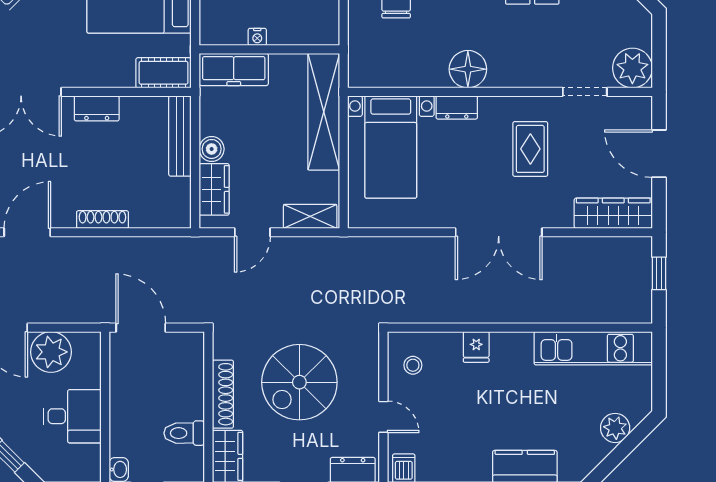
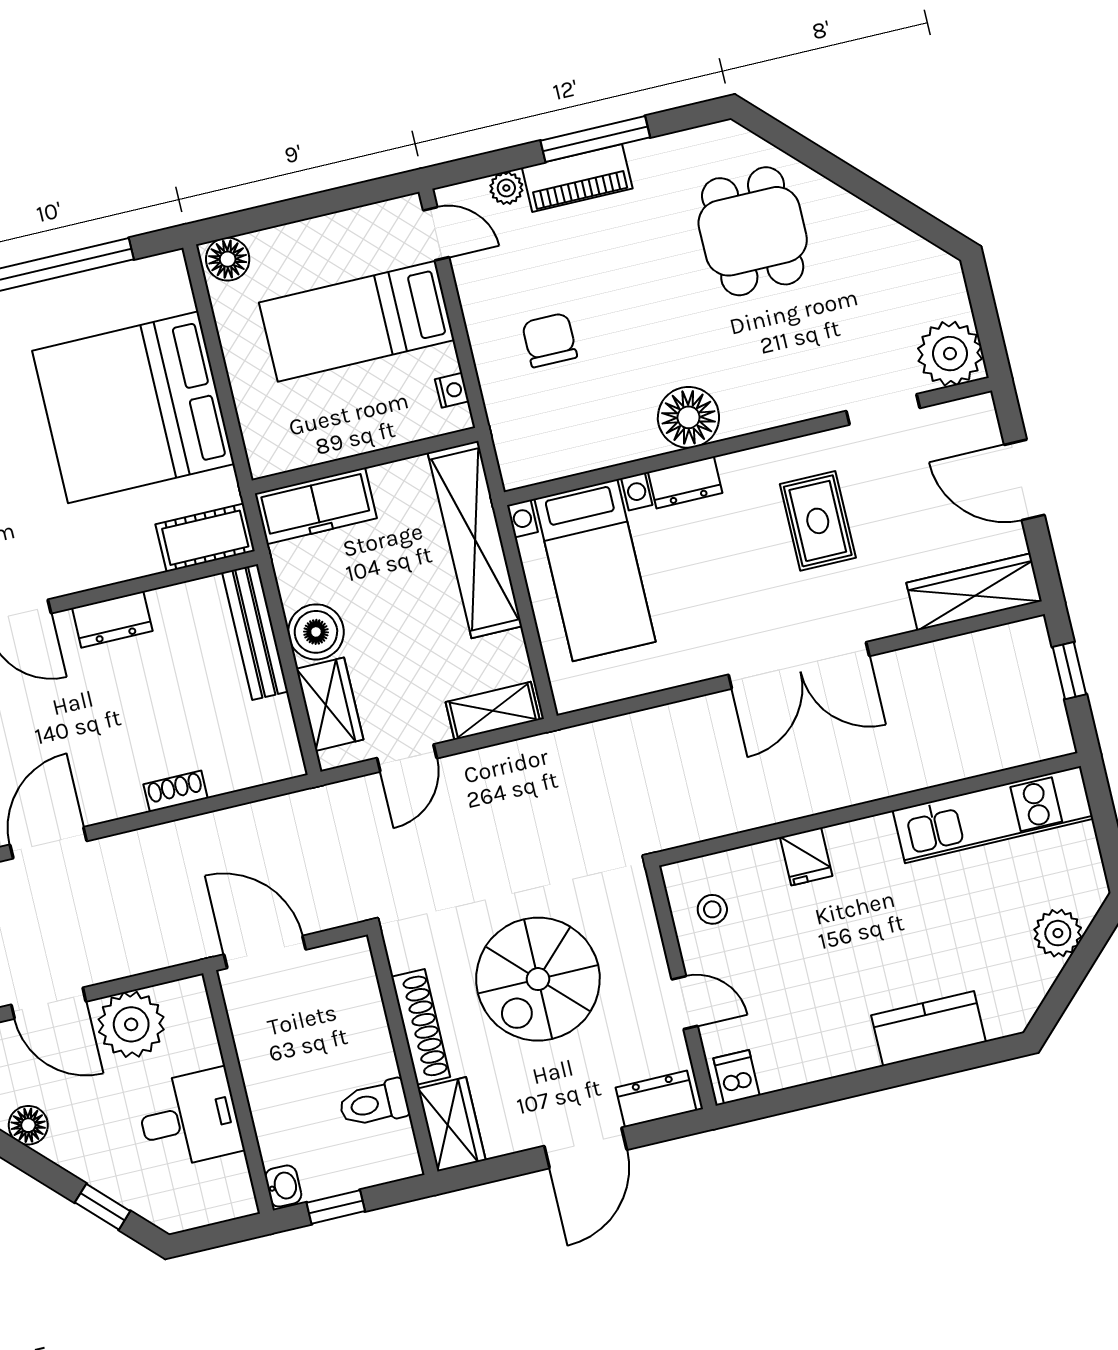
nightstand: (257, 37) -> (452, 390), moved, turned -90
boiler: (212, 149) -> (316, 632), width x1.36, depth x1.36
shoe rack: (102, 219) -> (176, 791), width x0.70

